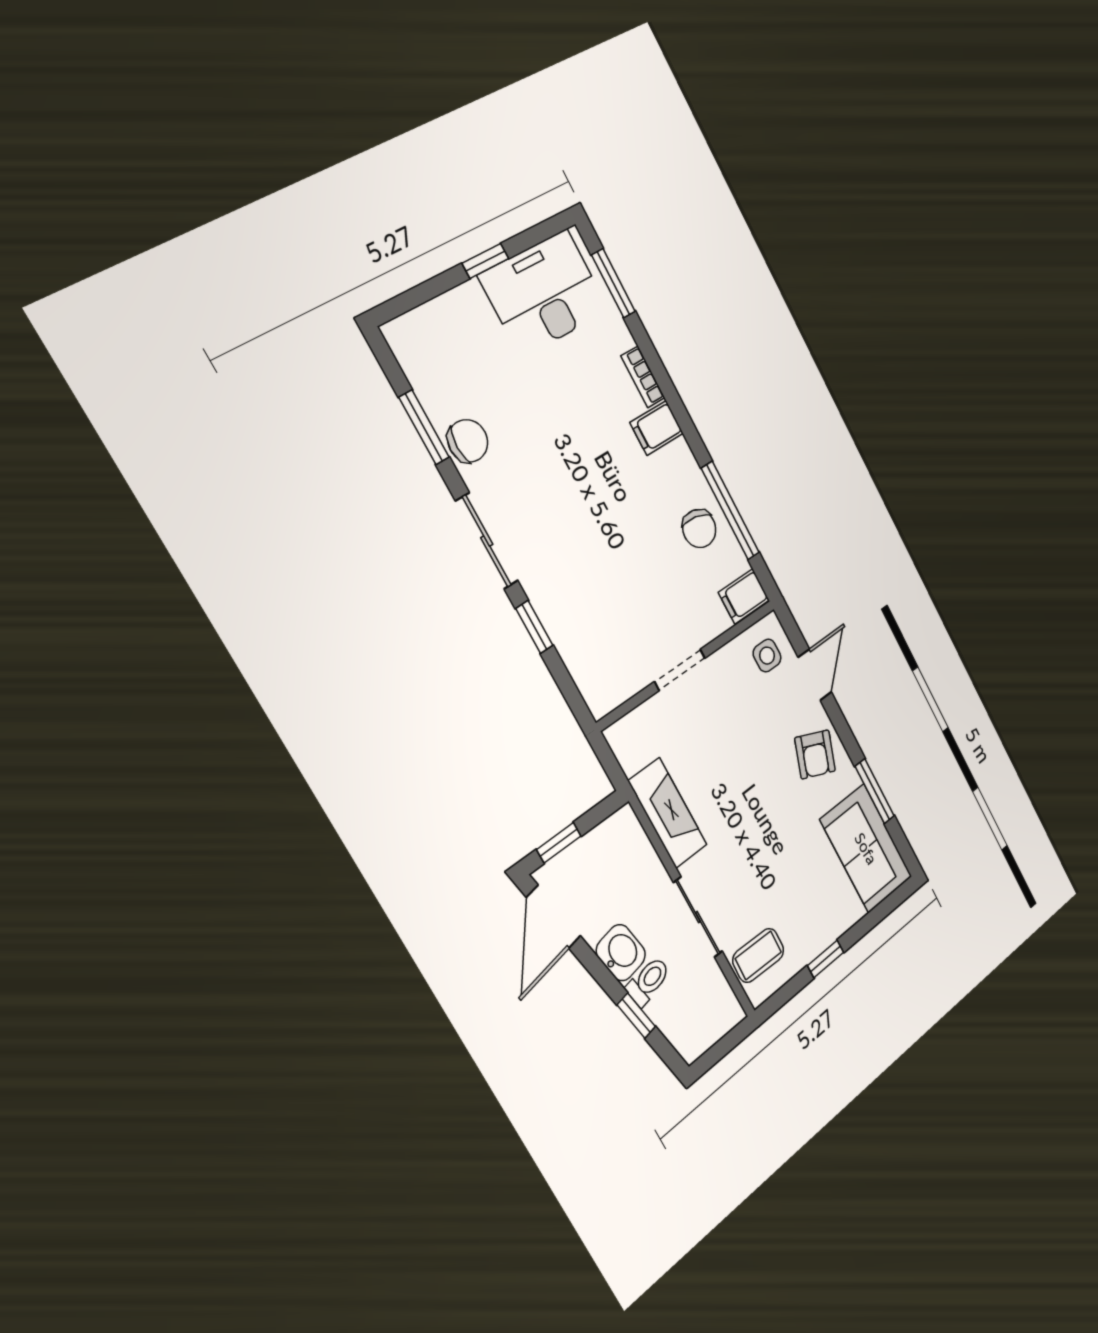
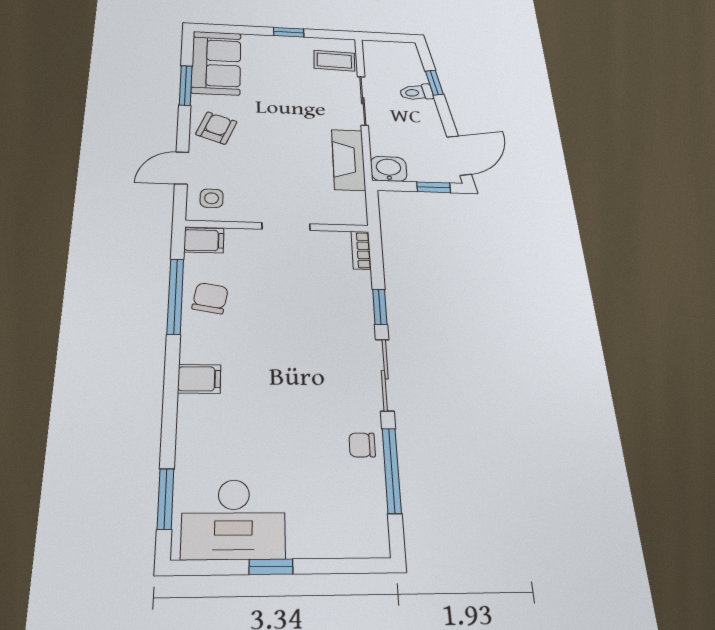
bookcase: (643, 377) -> (361, 250), moved, turned 180
window: (424, 427) -> (392, 470), width x1.44
chair: (468, 441) -> (362, 445), width x0.73, depth x0.73
washbasin: (621, 953) -> (389, 169), moved, turned 100

